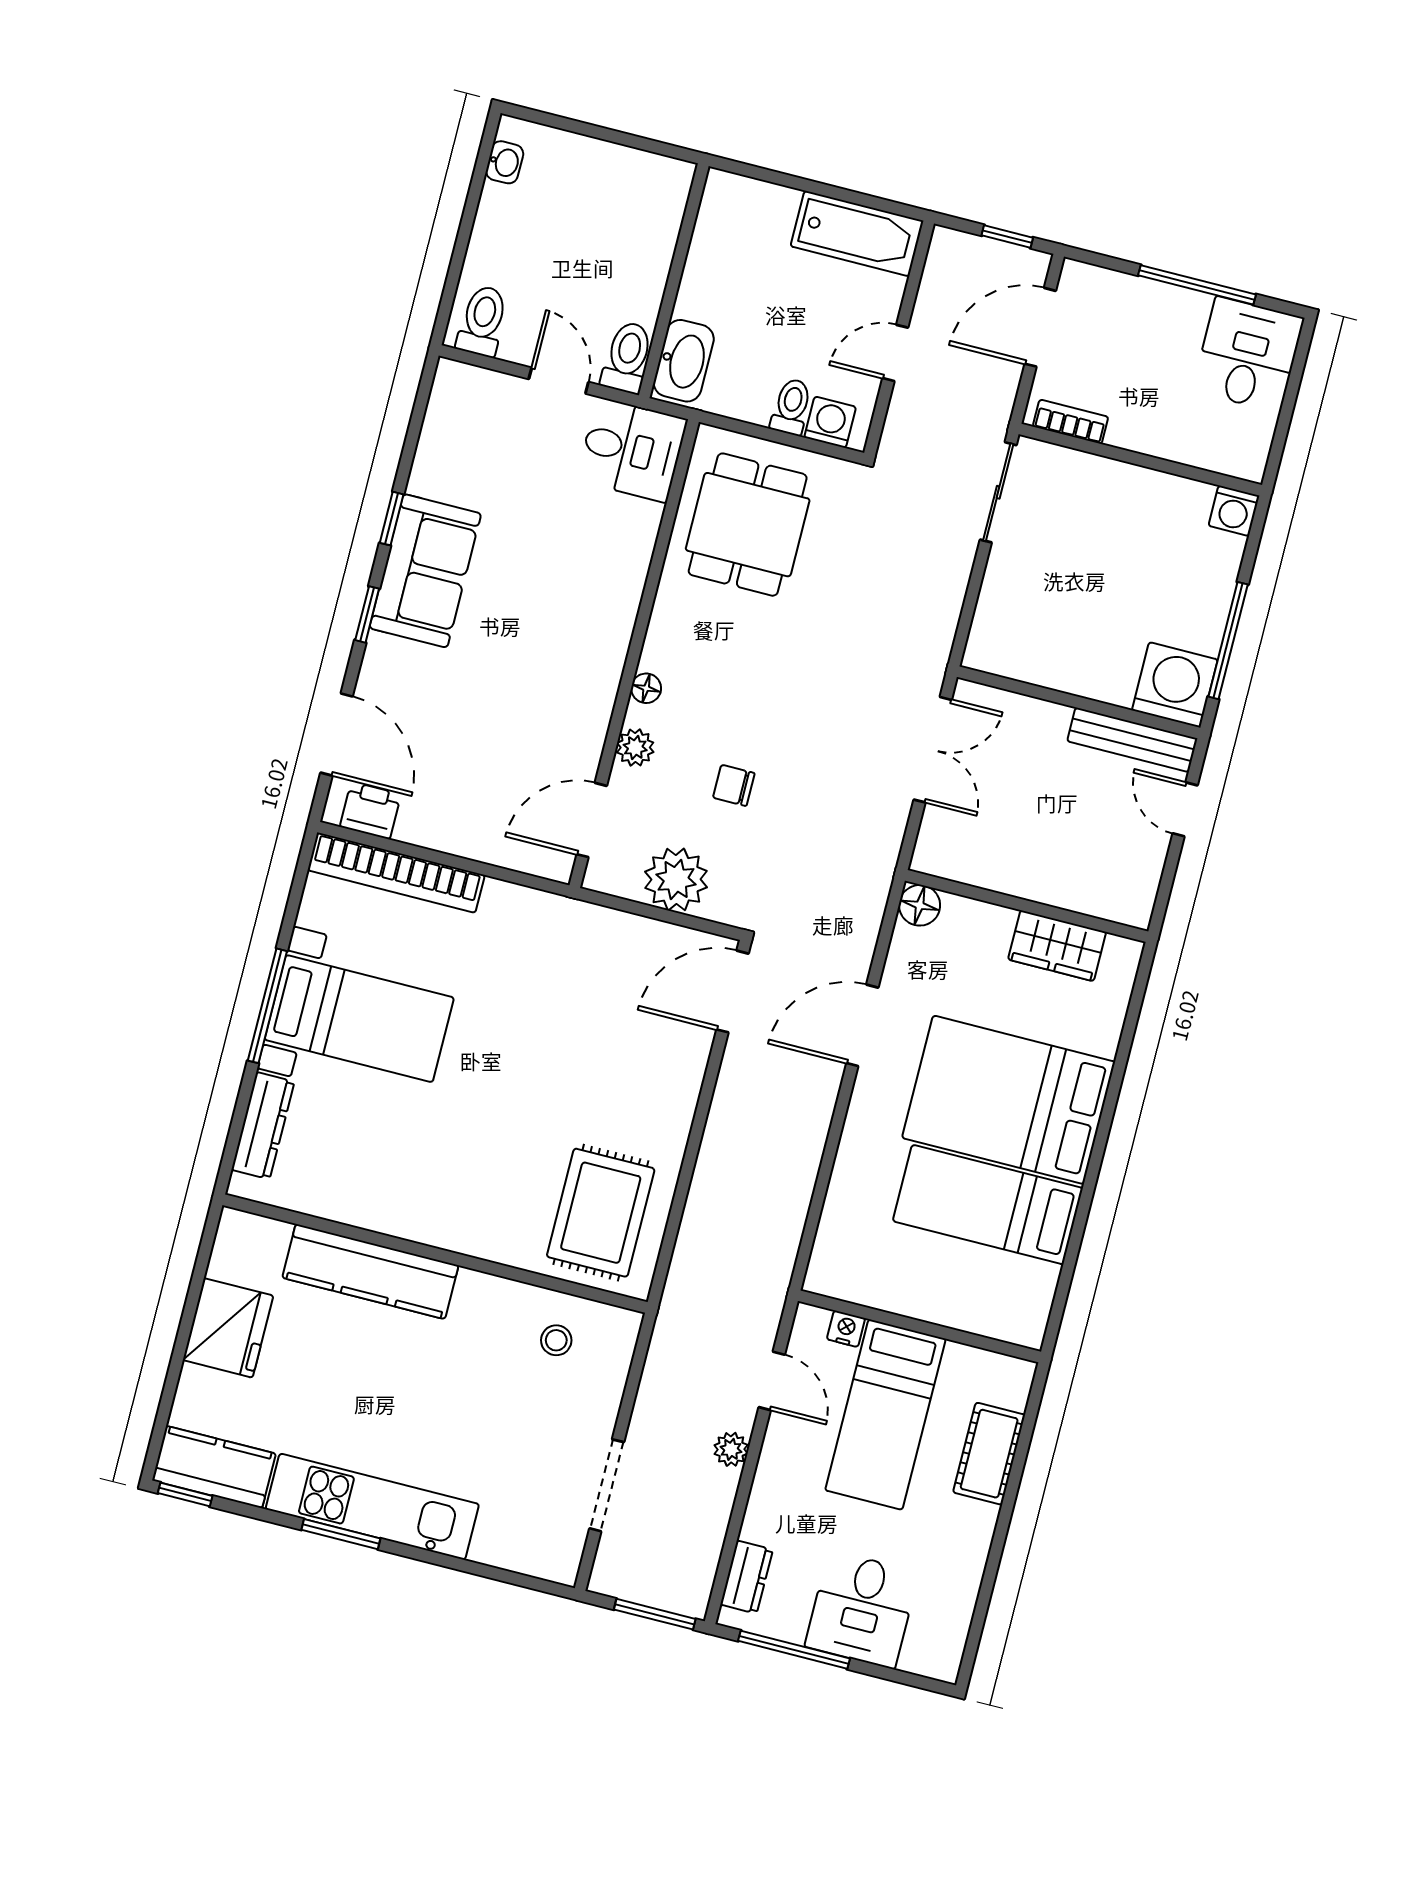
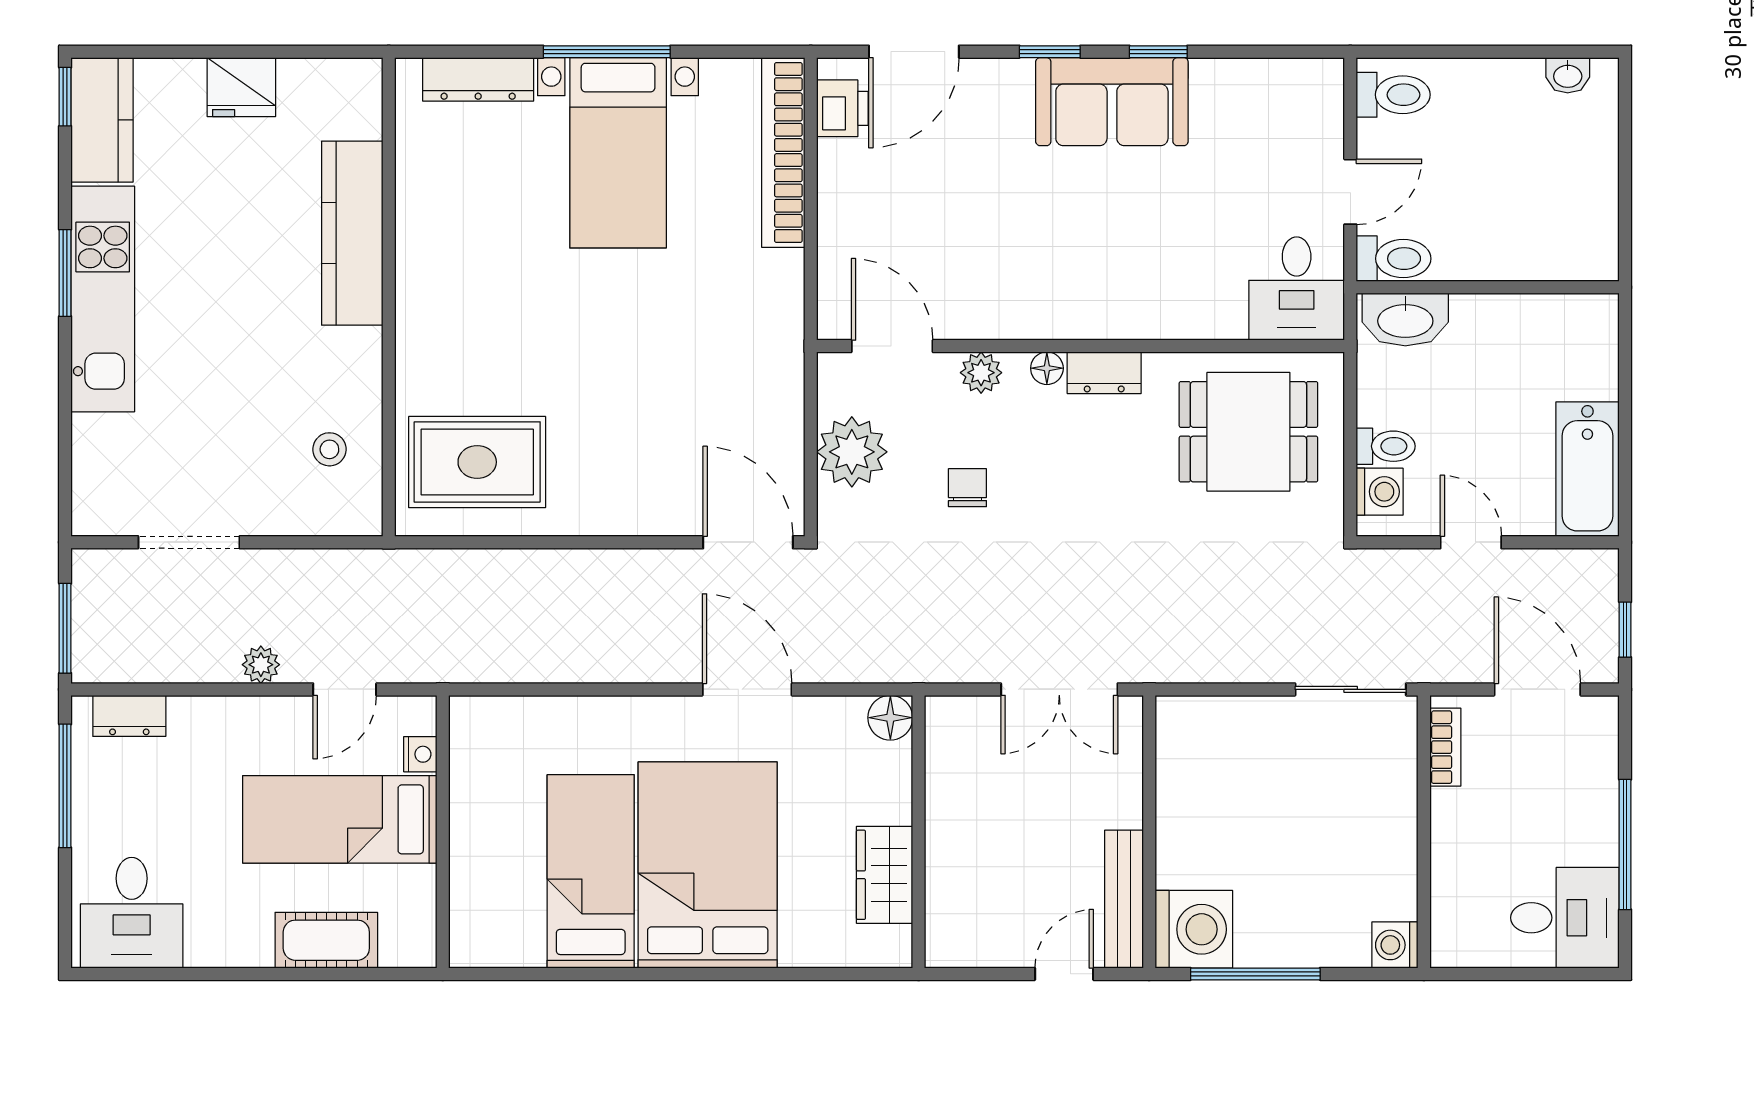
dresser: (663, 639) -> (1104, 373), added
fridge: (228, 1328) -> (241, 87), width x0.73, depth x0.75
desk: (862, 1609) -> (132, 913), moved, turned -90

